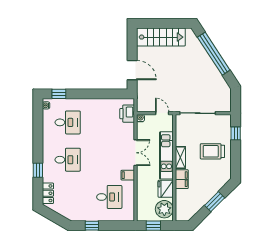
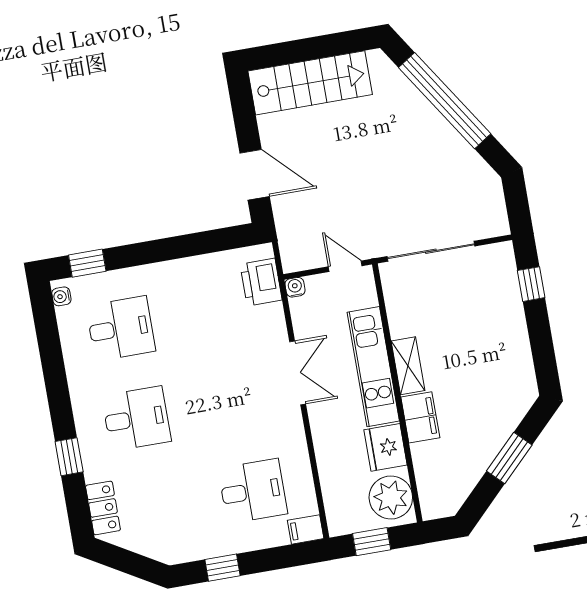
trolley: (212, 151) -> (483, 337), removed
filing cabinet: (128, 175) -> (306, 529), moved

